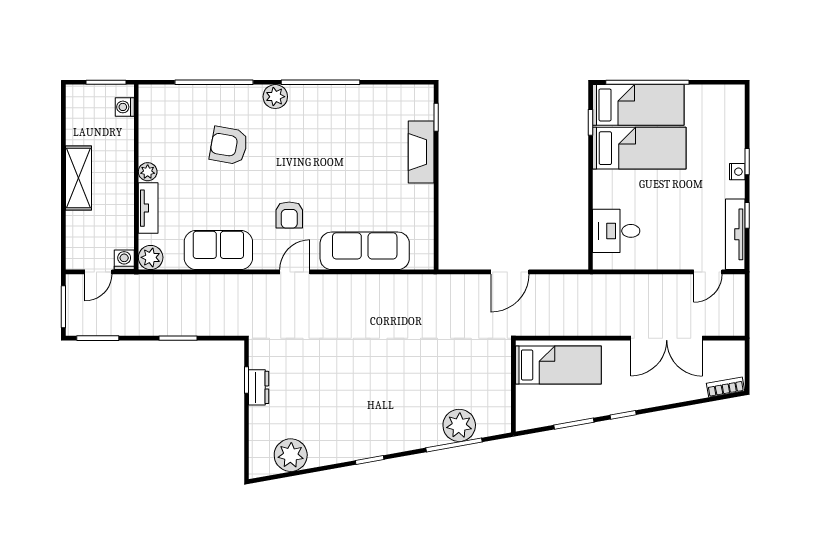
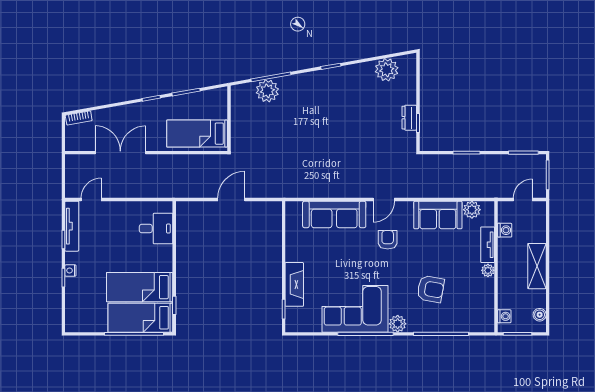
boiler: (75, 109) -> (540, 315), added
corner sofa: (335, 118) -> (355, 309), added
plant: (151, 257) -> (472, 210), moved
washing machine: (124, 260) -> (505, 230), moved, turned -90

